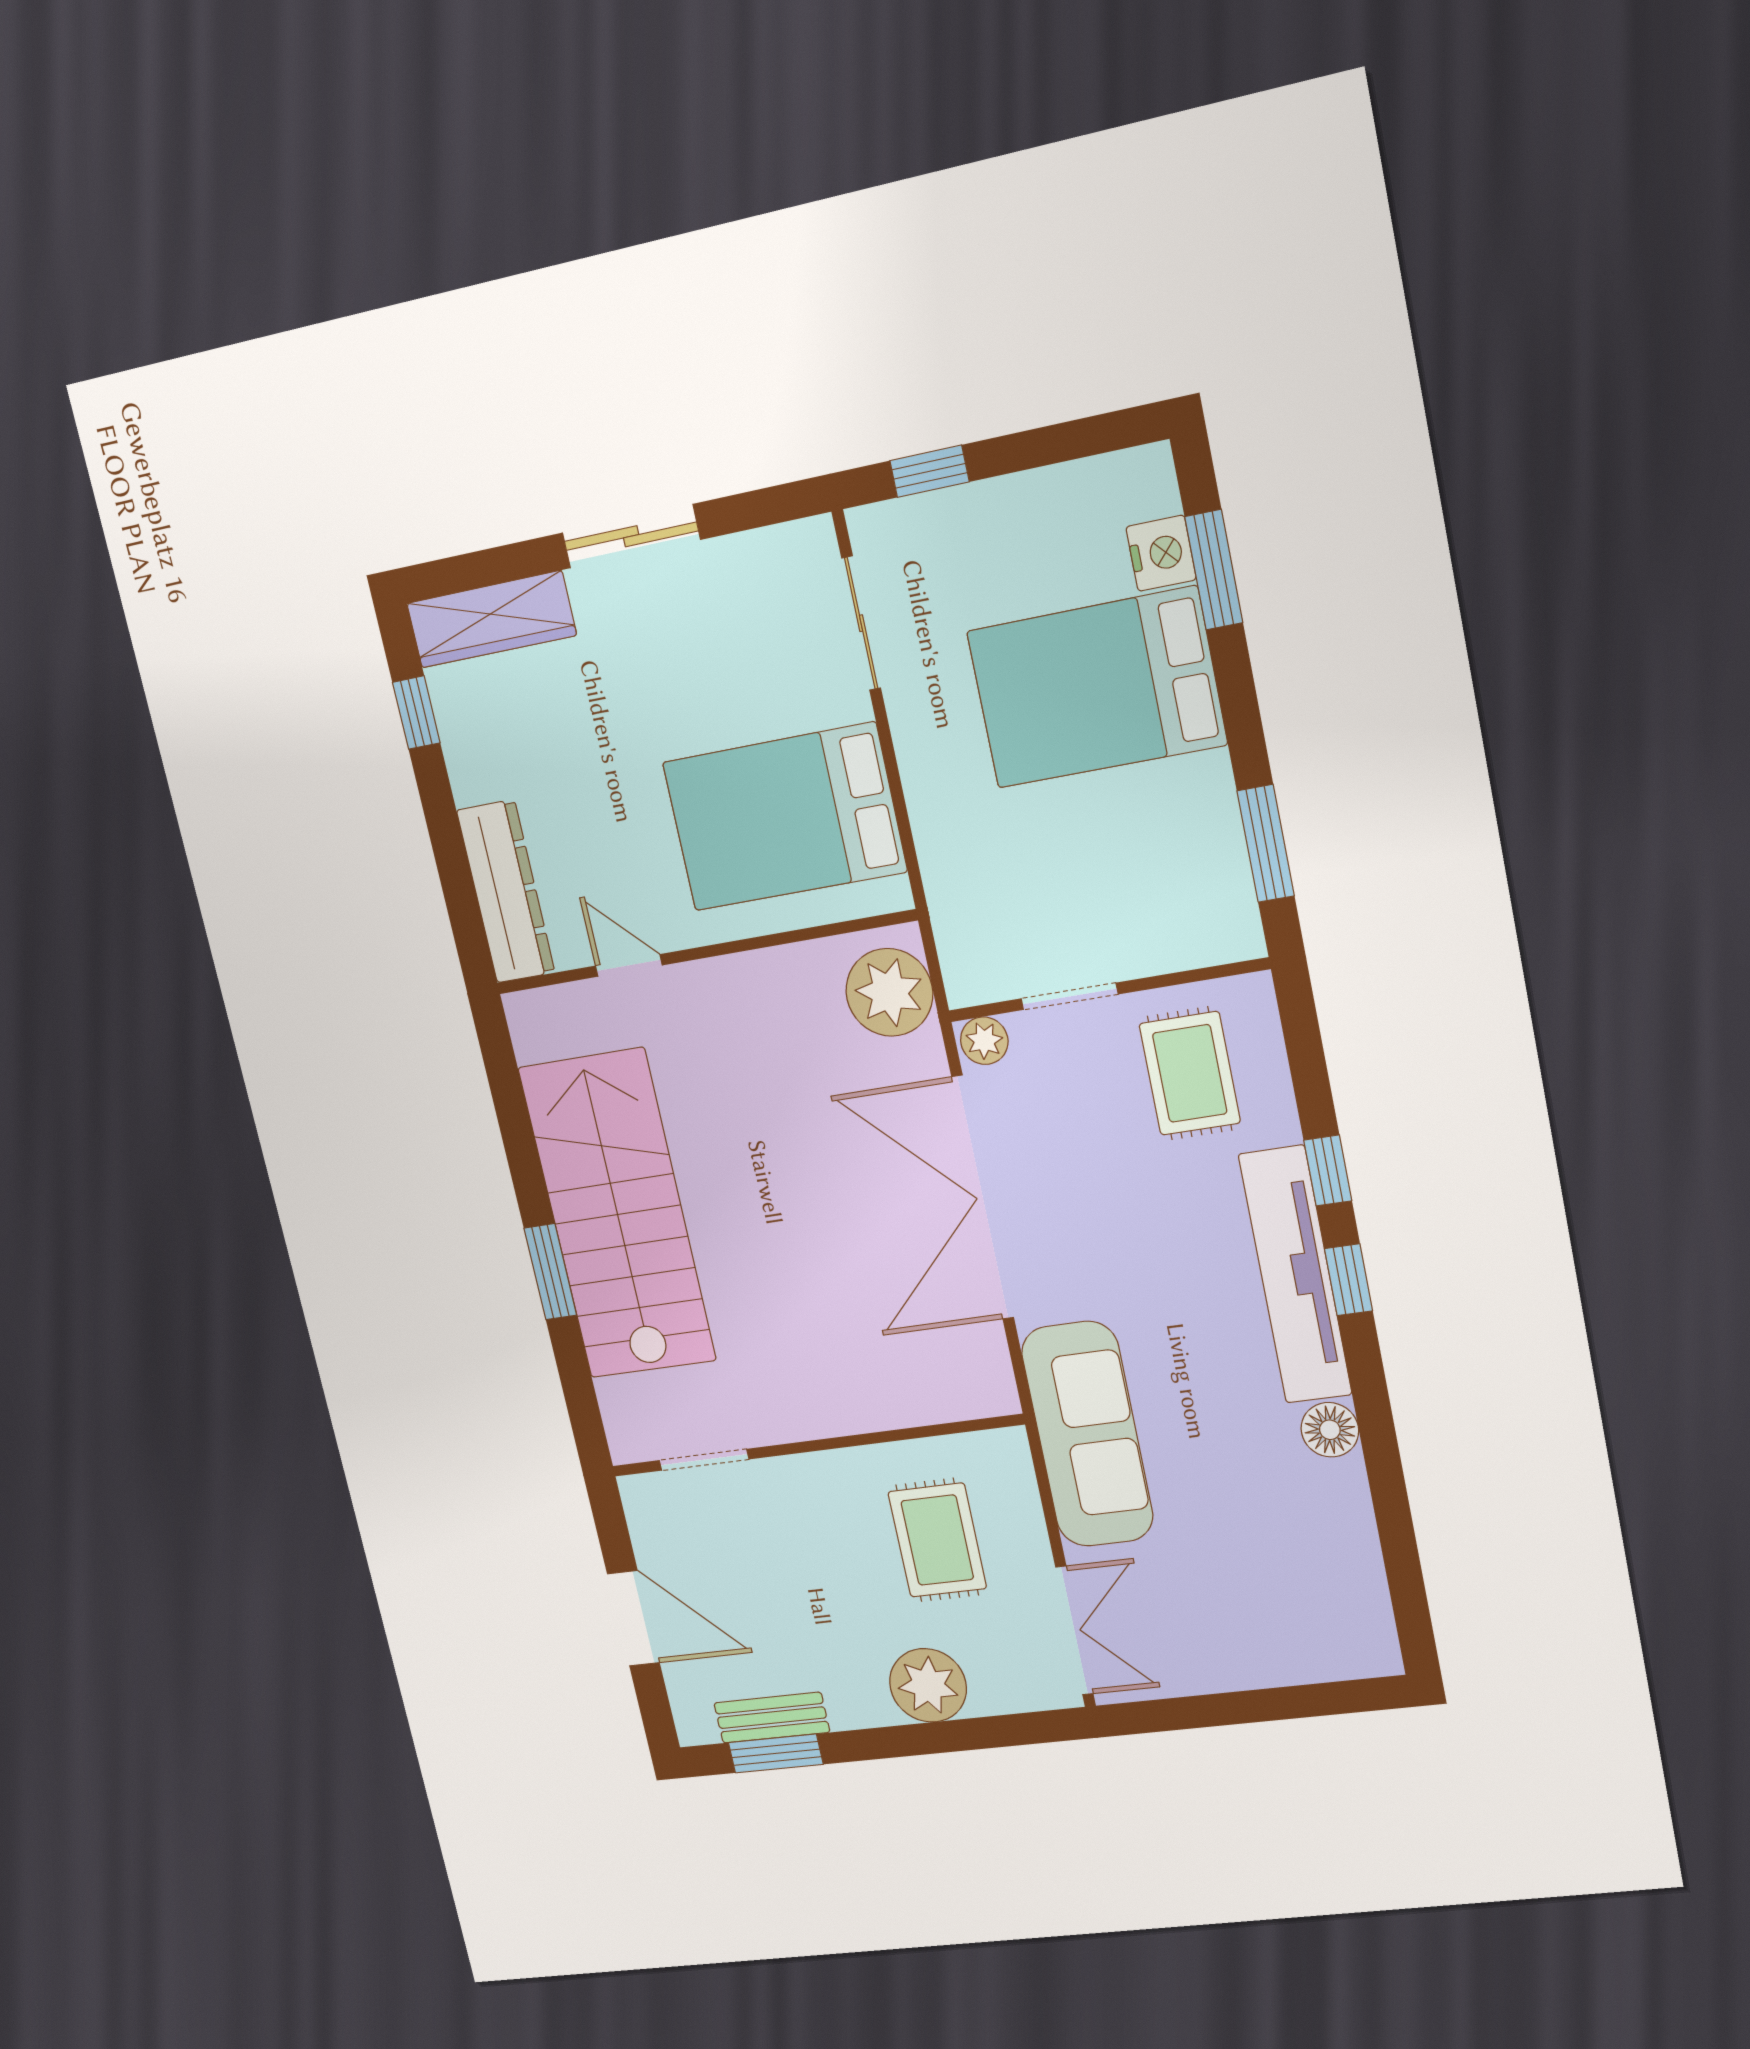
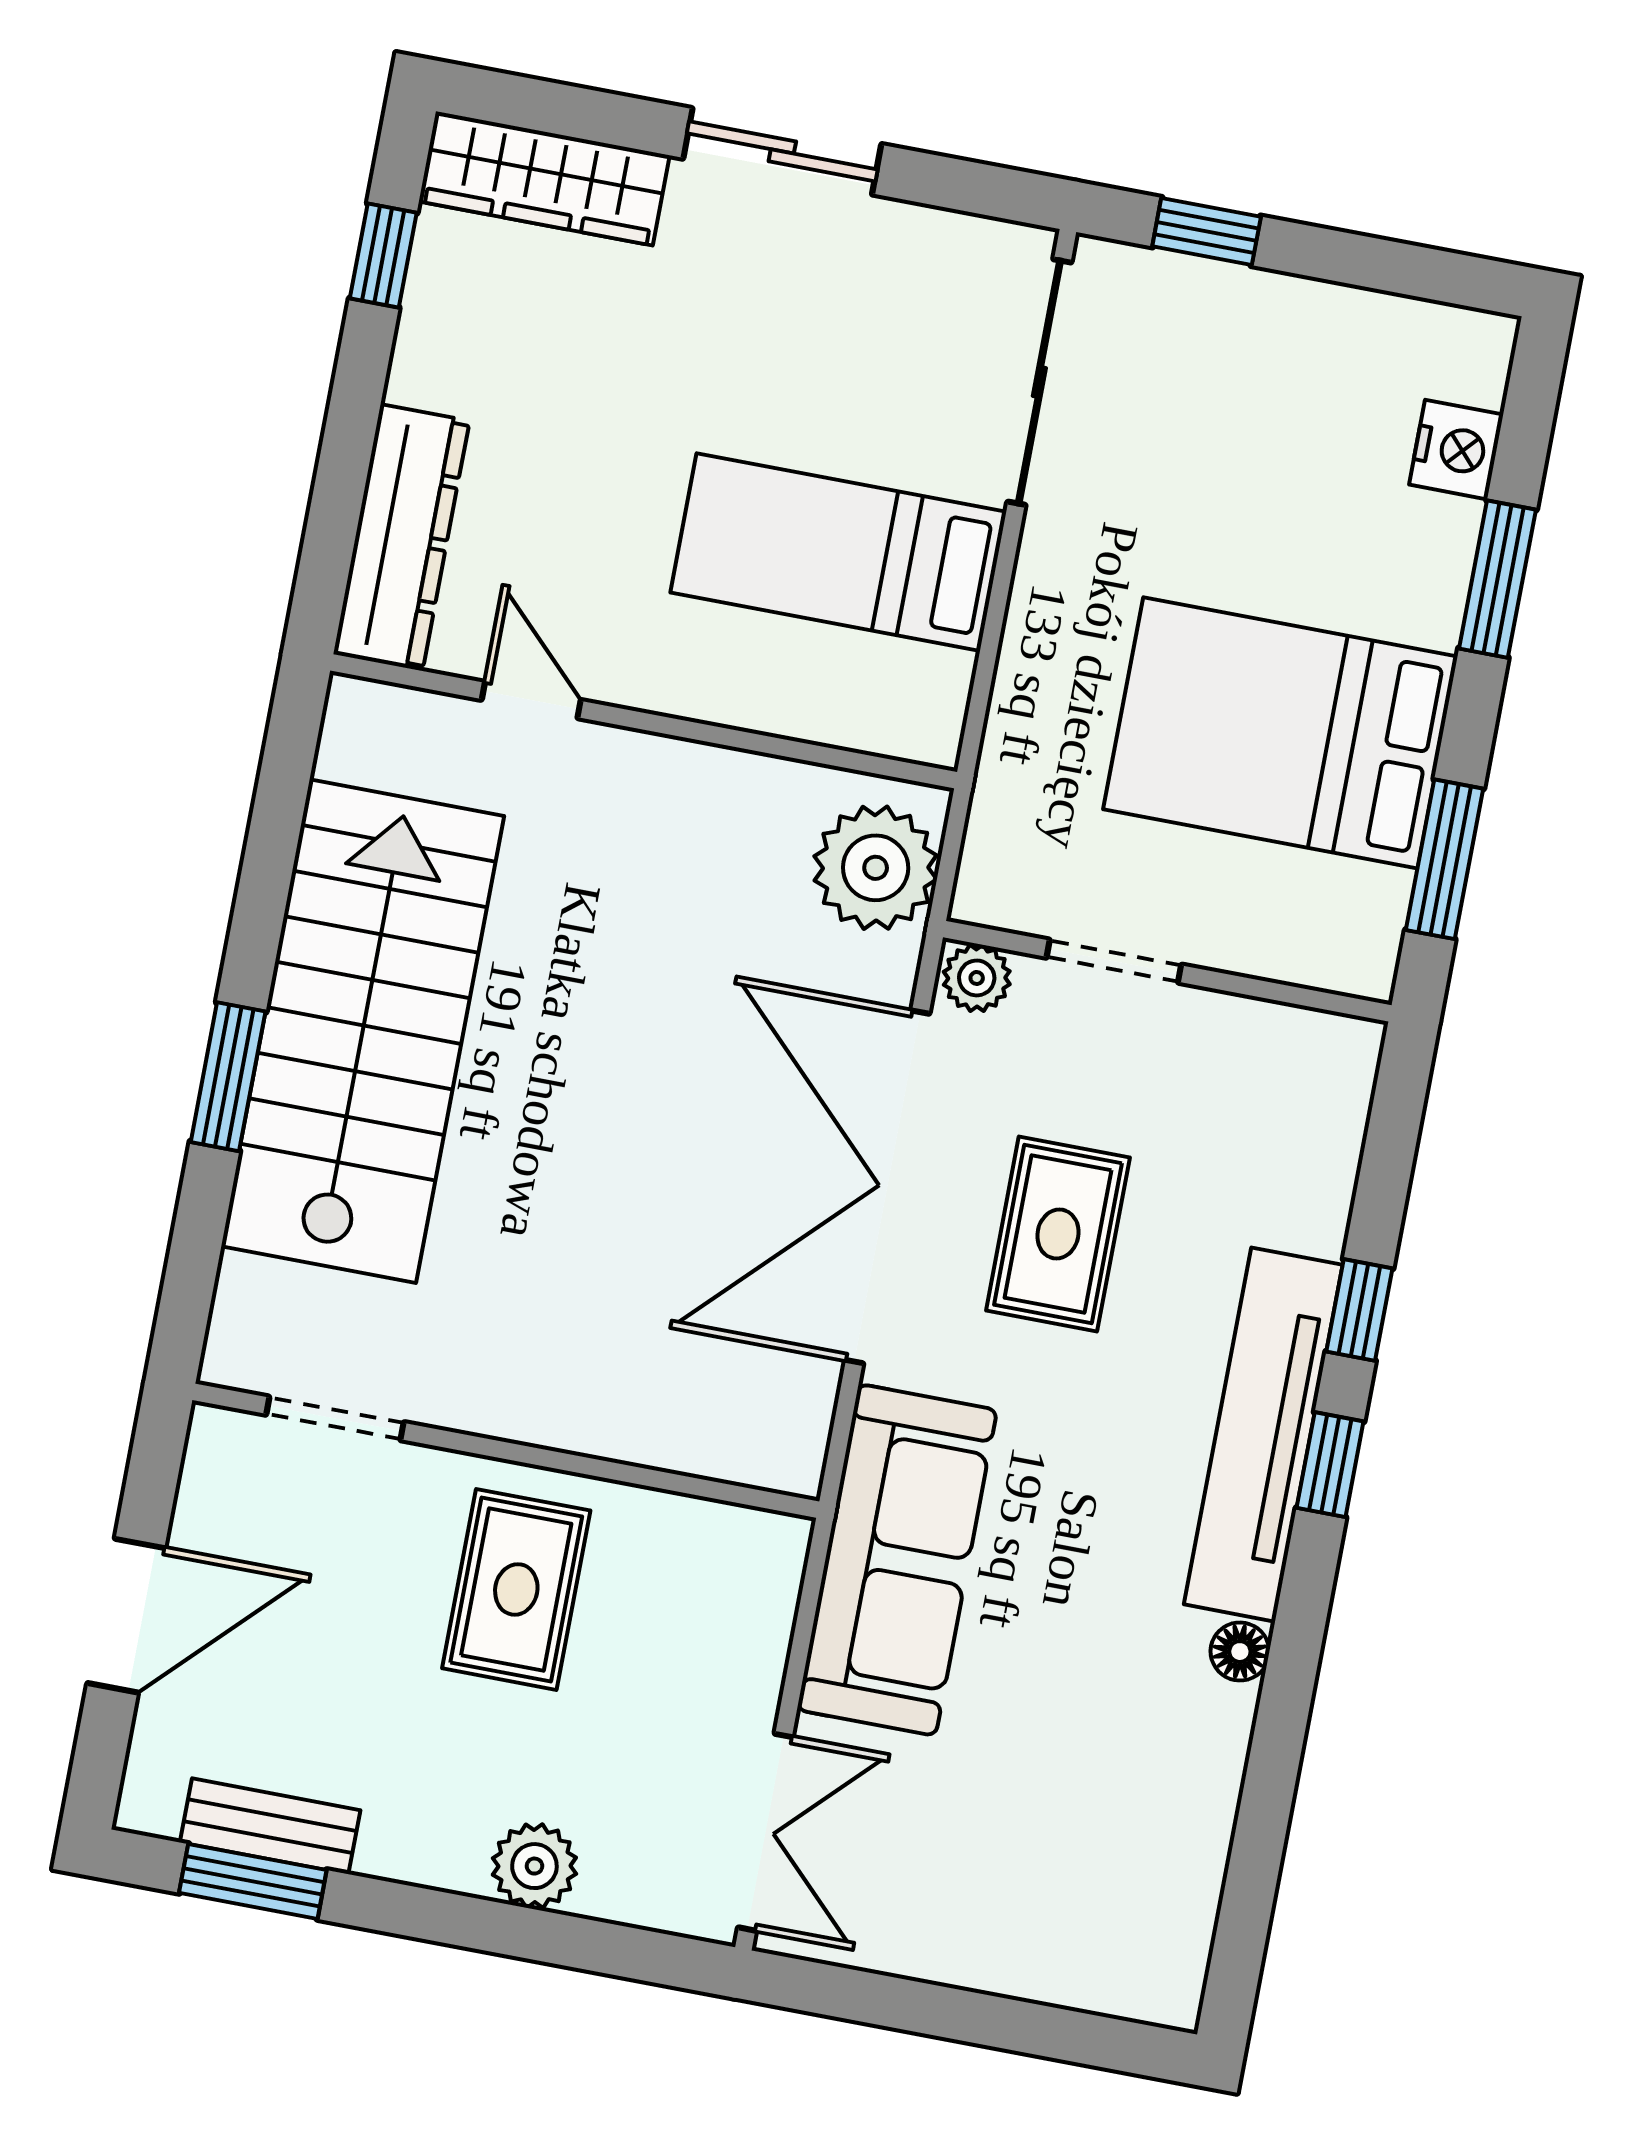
window: (1214, 570) -> (1497, 579), moved
sliding door: (861, 623) -> (1039, 382), width x1.37
bed: (1097, 688) -> (1280, 733), moved
bed: (785, 817) -> (838, 552), width x0.67
rug: (1190, 1073) -> (1058, 1234), moved
floor lamp: (1330, 1430) -> (1240, 1652), width x0.73, depth x0.73
rug: (937, 1540) -> (516, 1589), moved
door: (633, 1618) -> (126, 1616), hinge flipped
plant: (928, 1685) -> (534, 1866), width x0.73, depth x0.73

